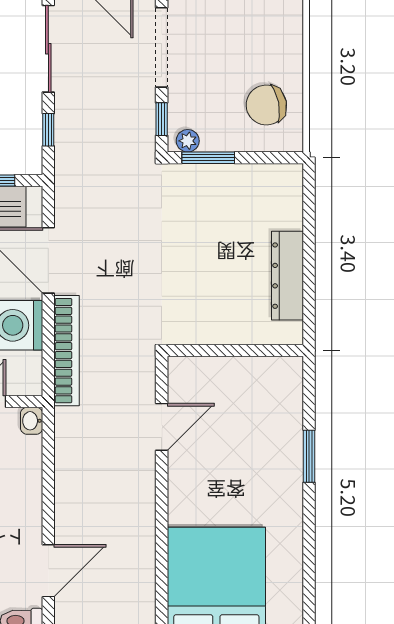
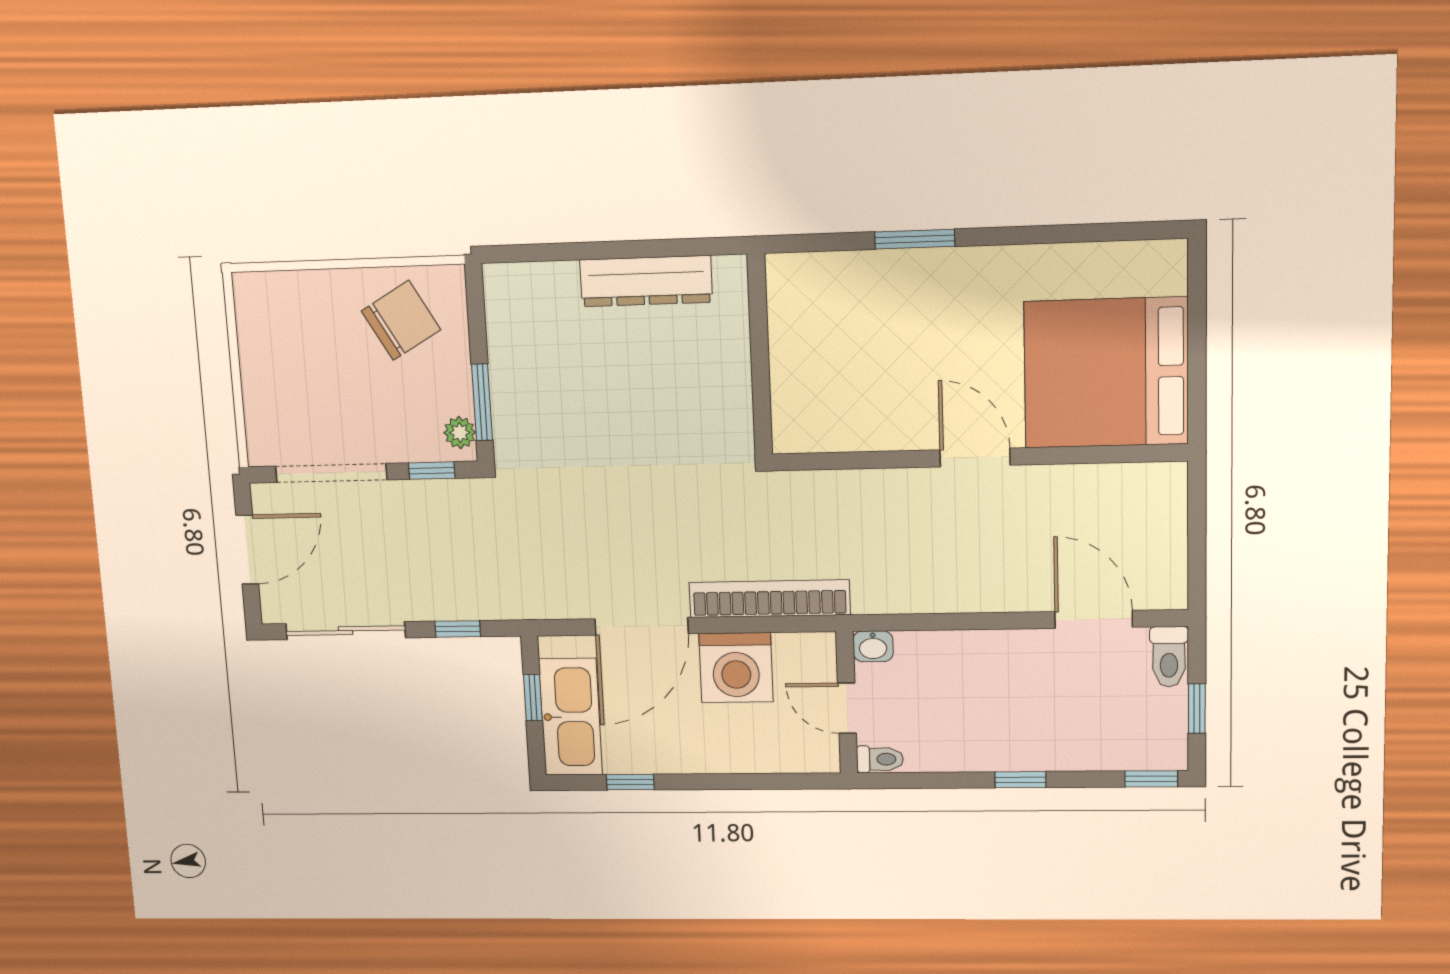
chair: (266, 105) -> (401, 320), turned -109
door: (162, 427) -> (975, 458), moved

